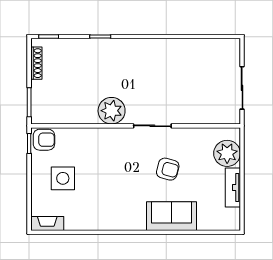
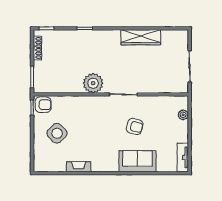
wardrobe: (176, 49) -> (141, 37), added
plant: (227, 153) -> (183, 115), width x0.53, depth x0.53
side table: (63, 178) -> (57, 133), turned 45
tv unit: (233, 188) -> (183, 157), moved
fireplace: (47, 224) -> (79, 167), moved

